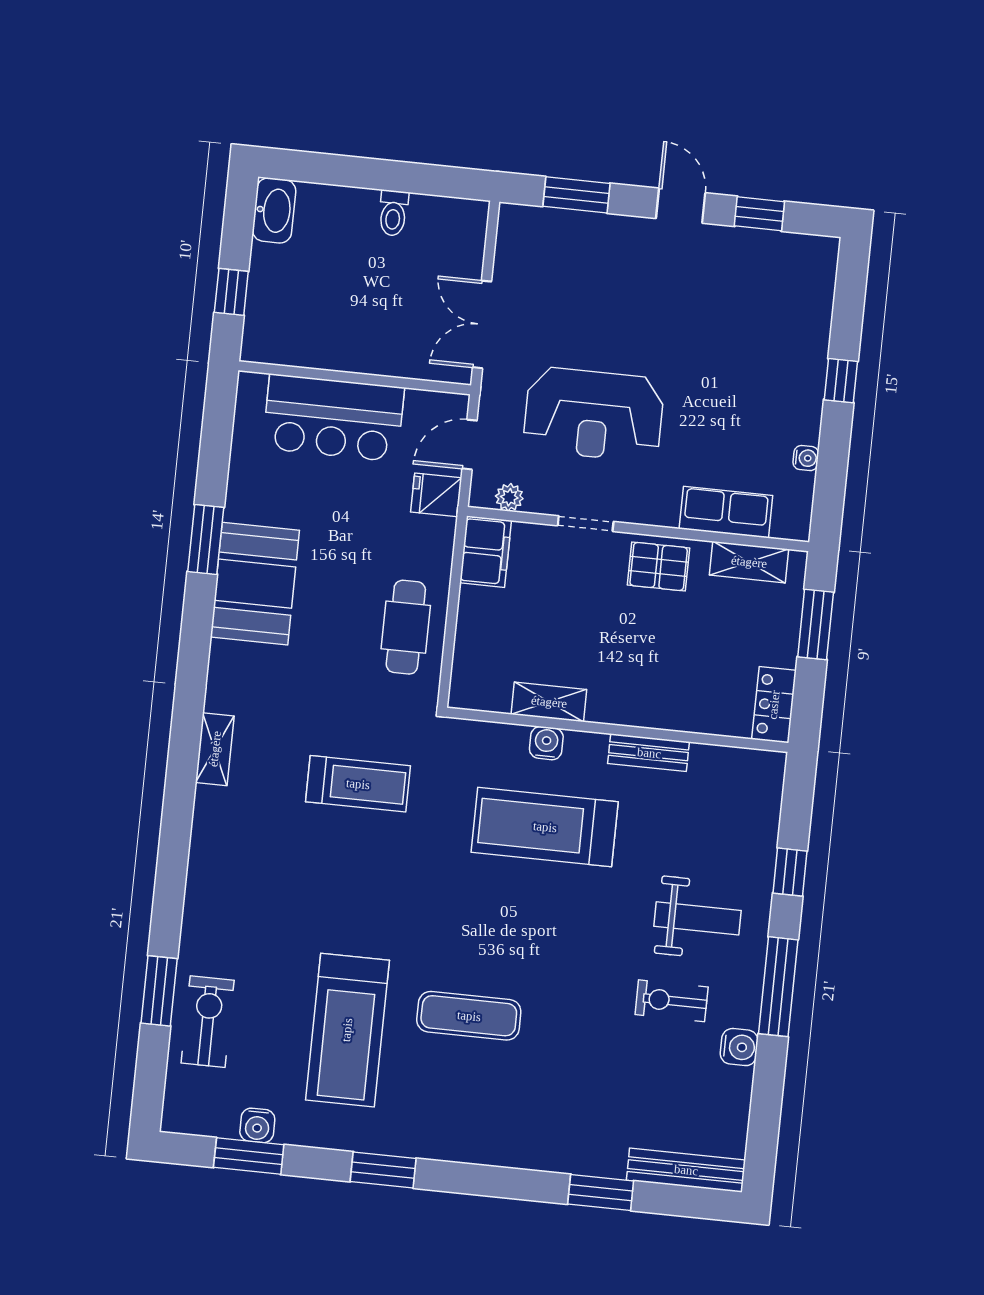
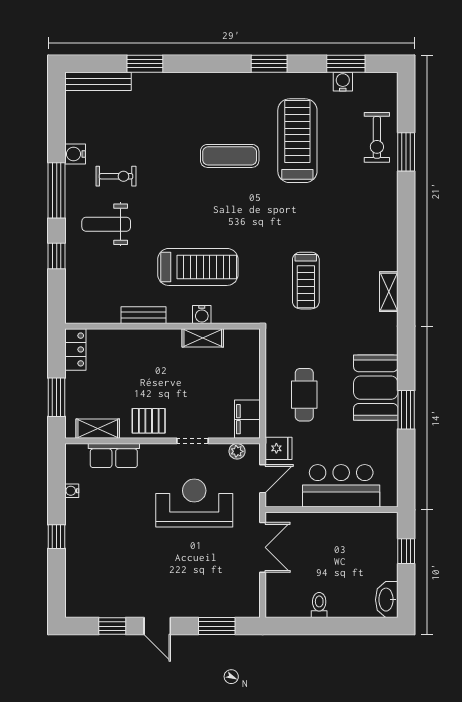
cafe table: (406, 627) -> (304, 395), moved
treadmill: (358, 784) -> (306, 281), turned -90

